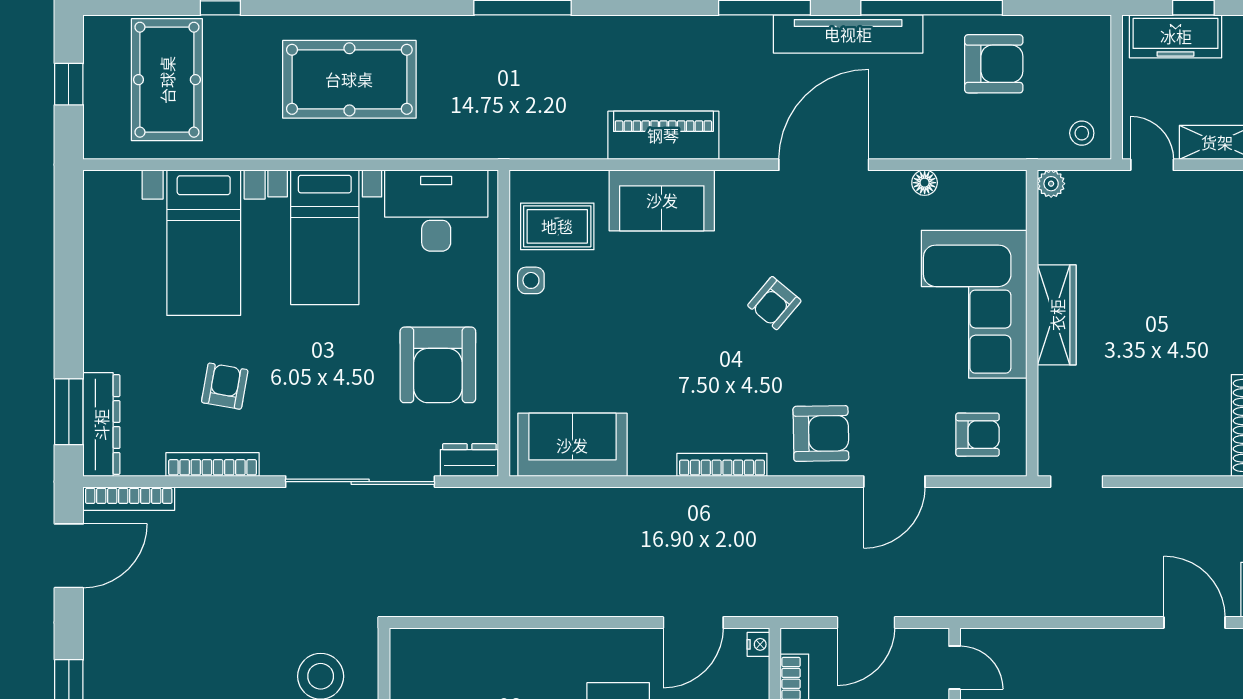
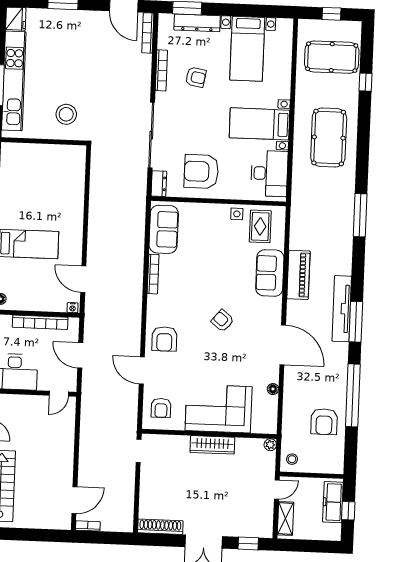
tv unit: (848, 34) -> (342, 309), moved
bed with nightstands: (204, 243) -> (247, 49), moved, turned -90
dresser: (101, 425) -> (197, 23), moved
bookcase: (722, 465) -> (153, 274), moved

